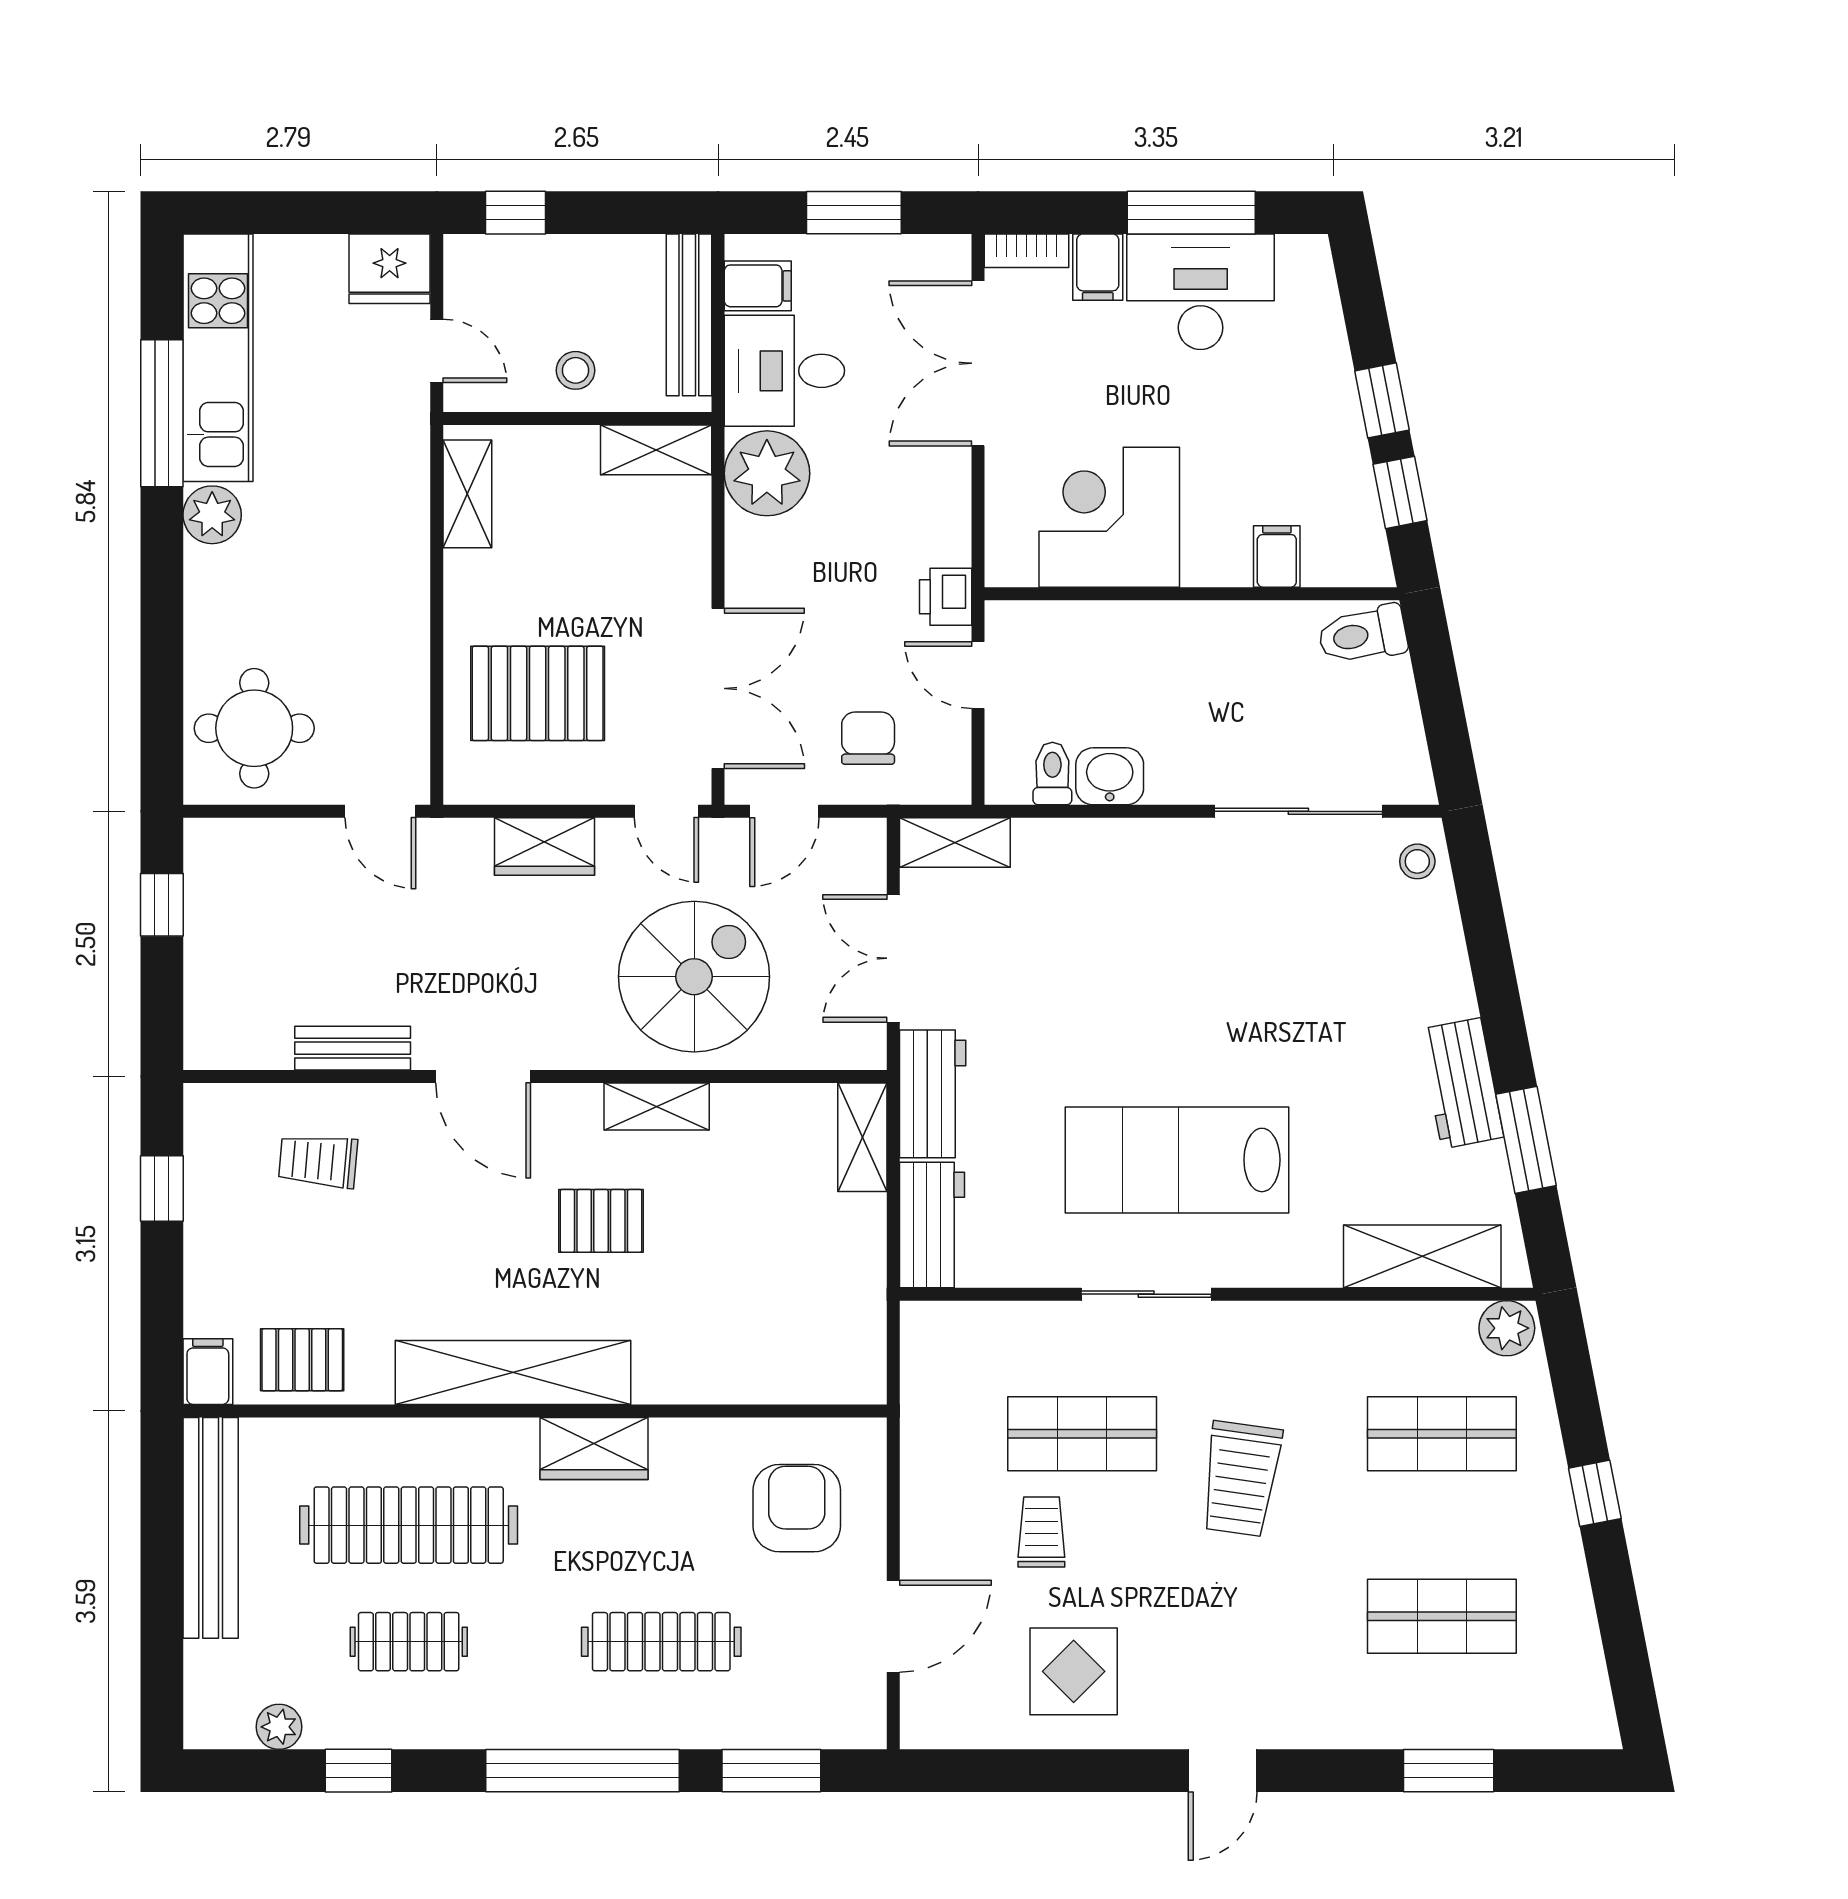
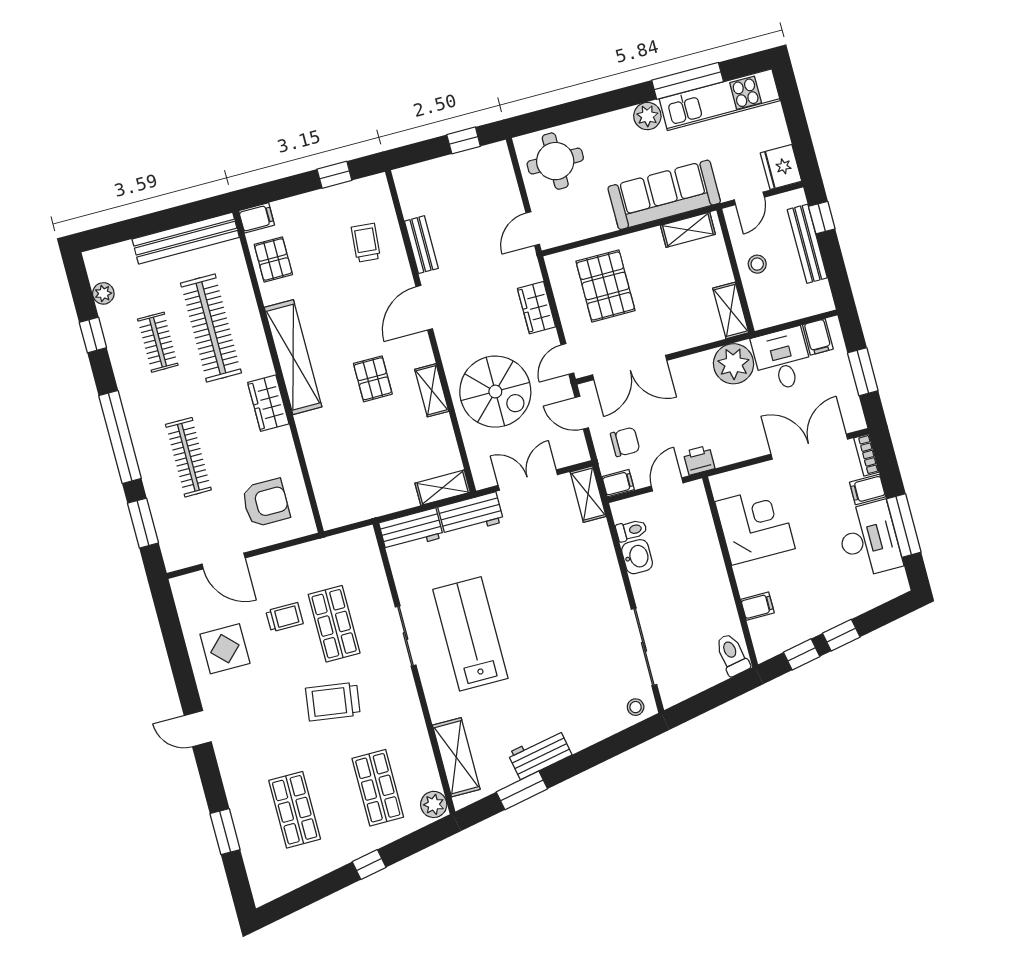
bench: (689, 315) -> (807, 244), moved, turned 90
sofa: (383, 523) -> (664, 195), added
filing cabinet: (949, 775) -> (618, 483), added

